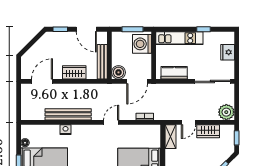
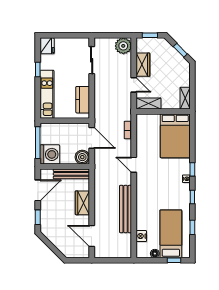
window: (133, 29) -> (38, 143), width x1.44
washing machine: (142, 44) -> (50, 154), moved, turned -90
fridge: (228, 52) -> (47, 46), moved, turned -90
sliding door: (212, 81) -> (92, 60), width x0.73
nightstand: (65, 130) -> (141, 236), moved

